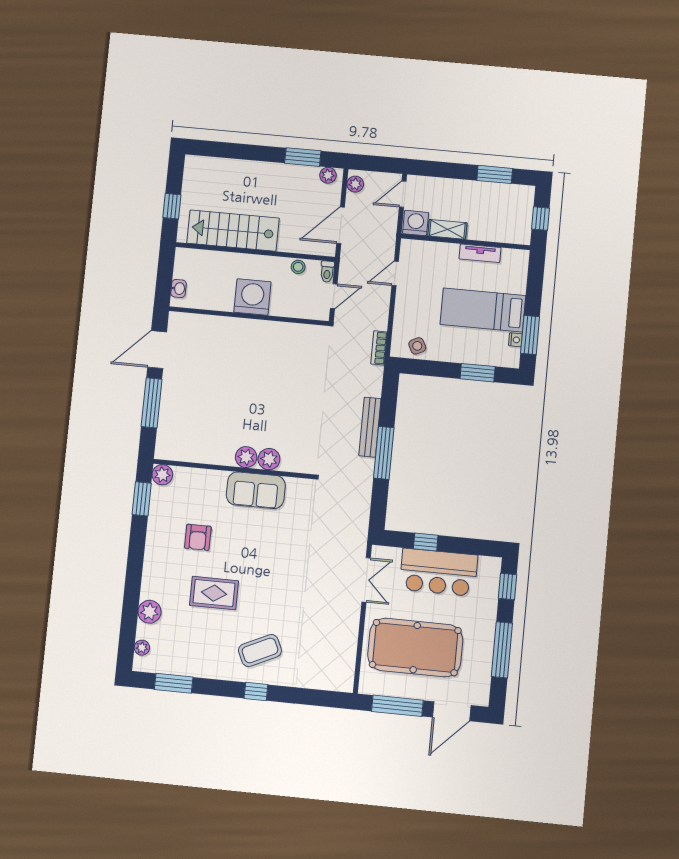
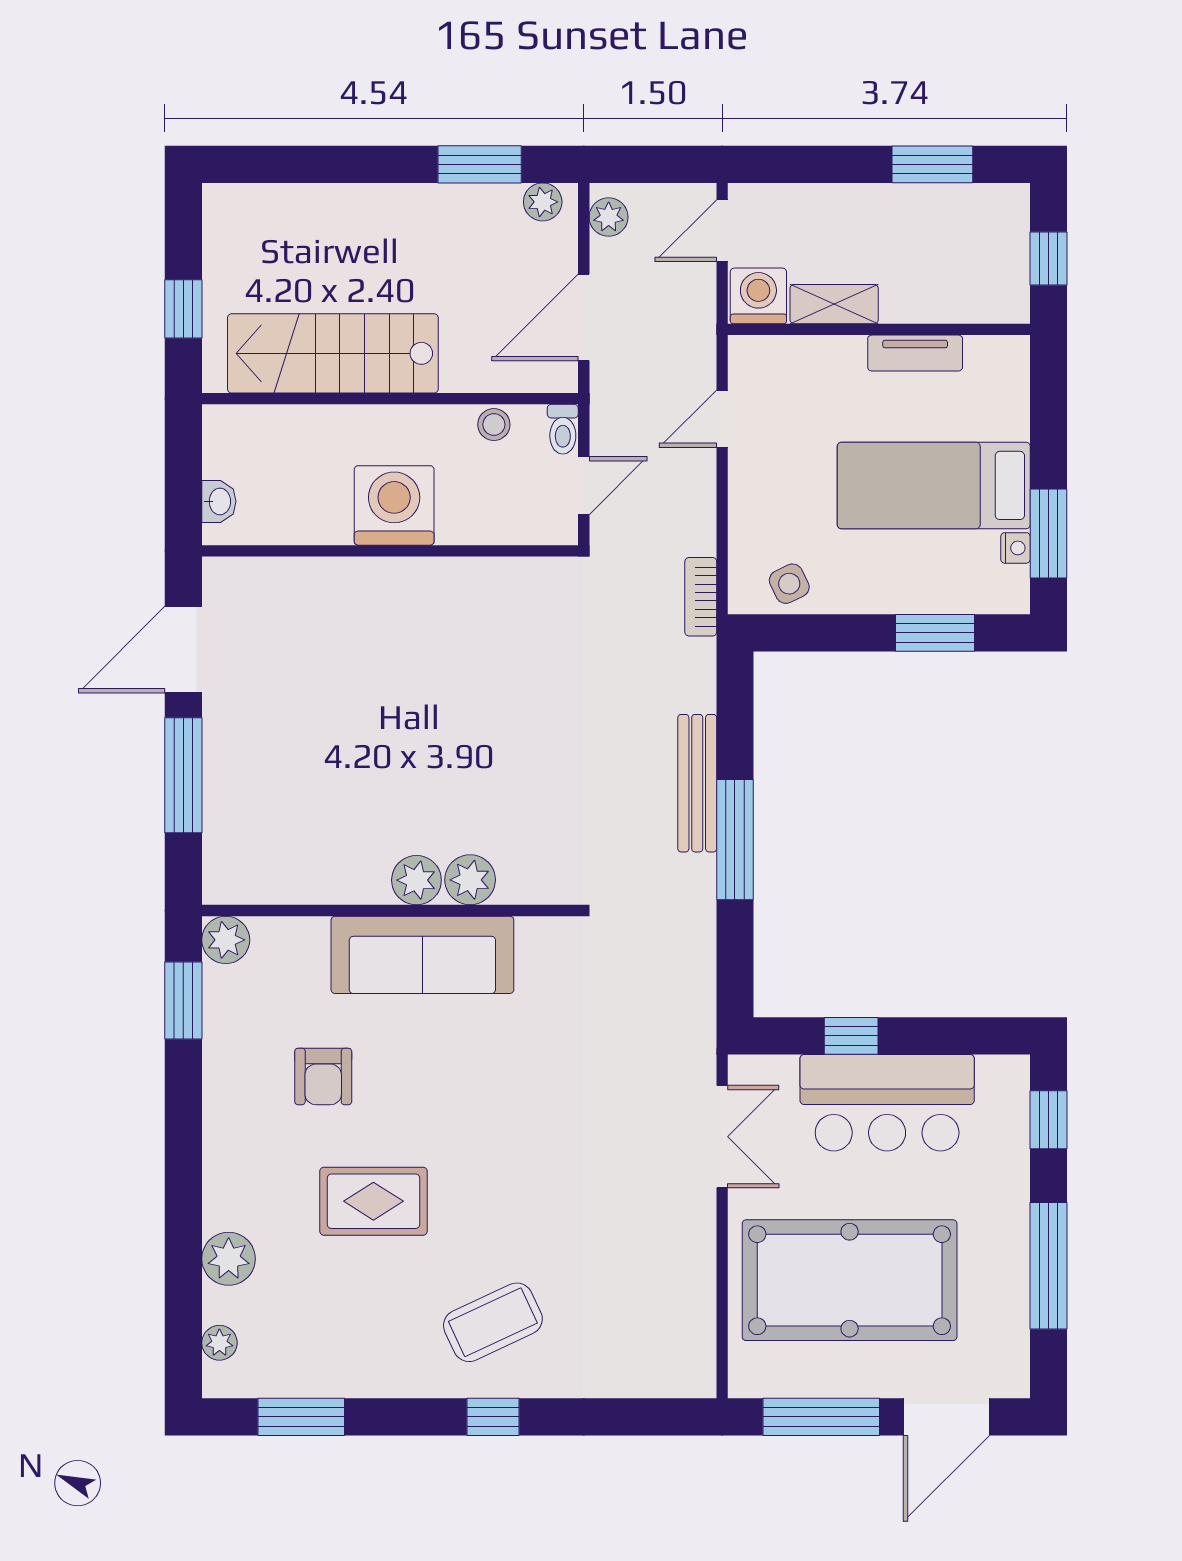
sofa: (256, 490) -> (422, 955), width x1.36

